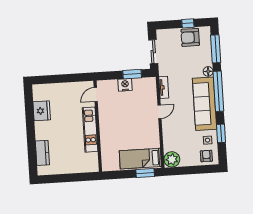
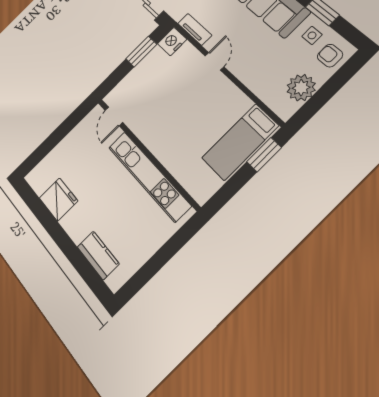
nightstand: (125, 85) -> (172, 42), moved
kitchen unit: (90, 130) -> (149, 176), width x1.36
plant: (172, 159) -> (301, 88), moved

